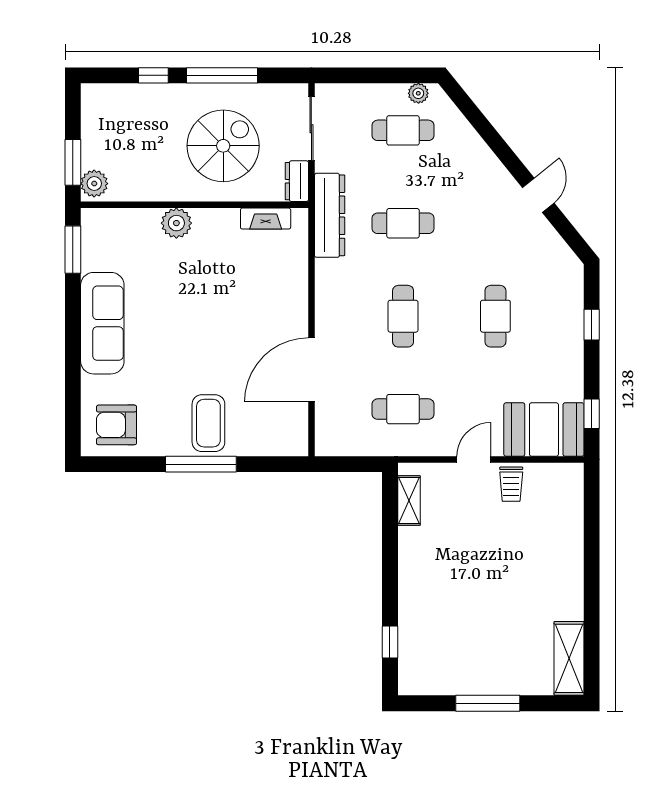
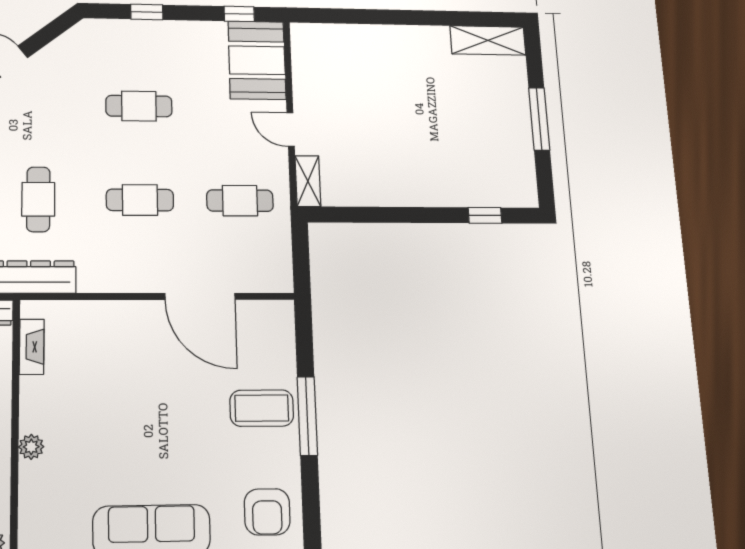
plant: (176, 223) -> (31, 447), width x0.73, depth x0.73
cafe table: (403, 409) -> (240, 201), turned 90
trolley: (511, 484) -> (315, 93), removed
shelving: (409, 501) -> (308, 181), moved, turned 90

